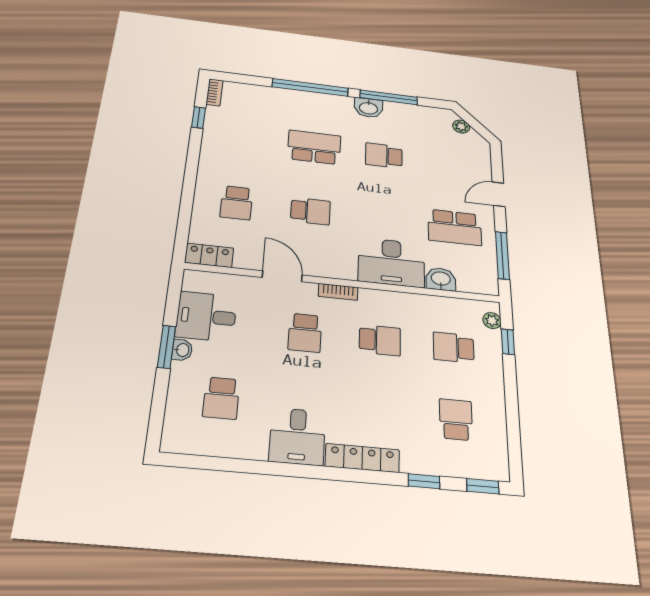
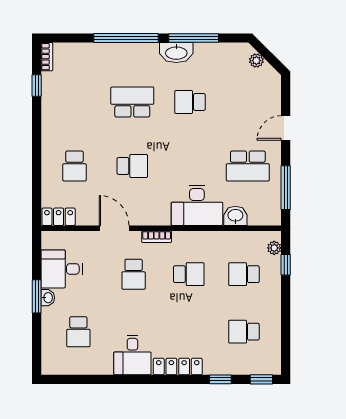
washbasin: (368, 108) -> (176, 53), width x1.38
school desk: (456, 419) -> (244, 332), turned -90

